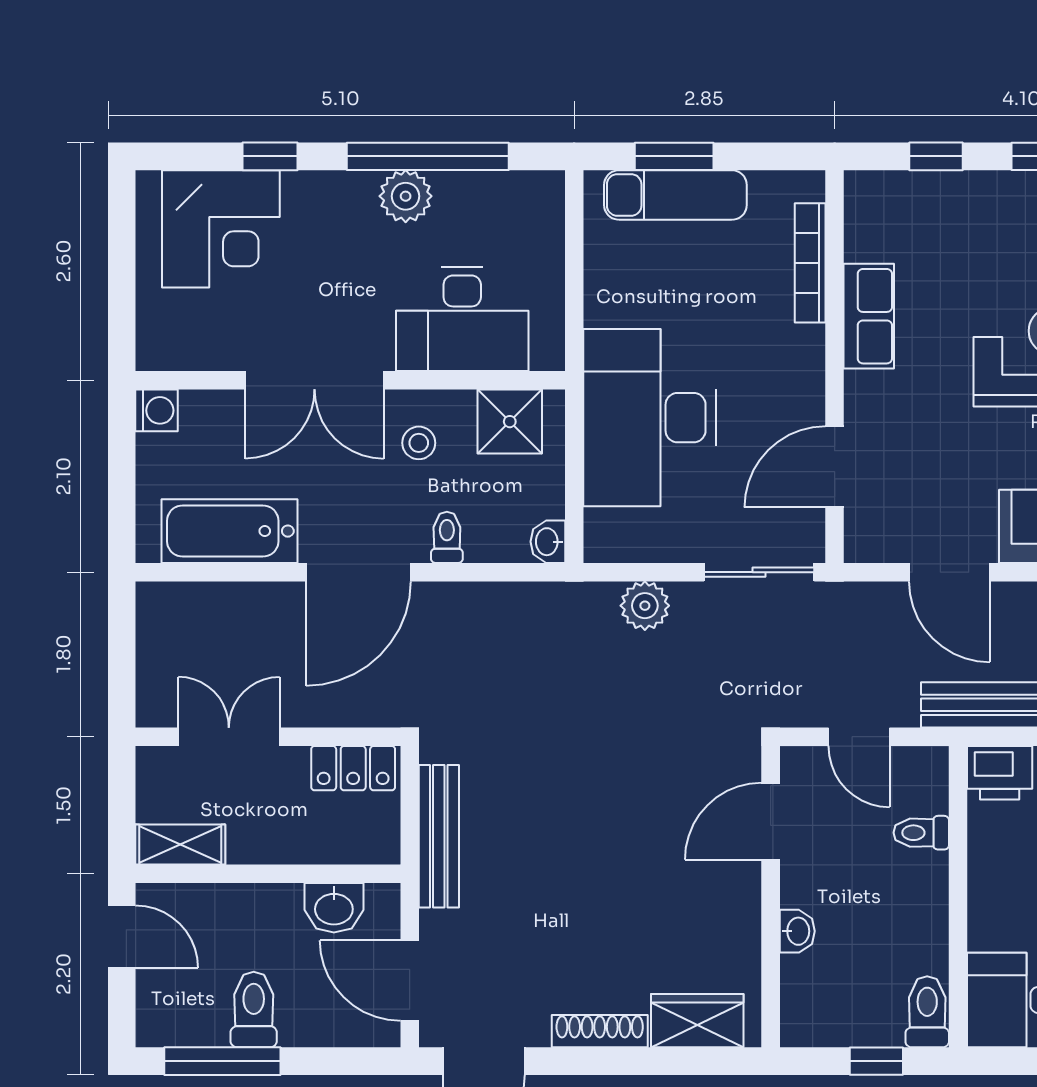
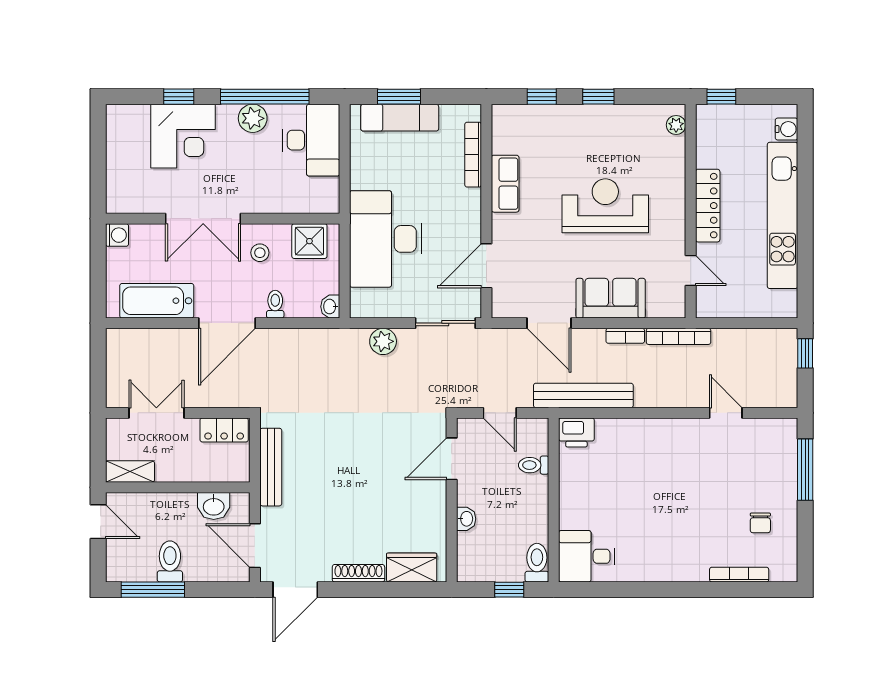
corner desk: (221, 229) -> (183, 136), moved
desk: (462, 319) -> (311, 140), moved, turned -90

